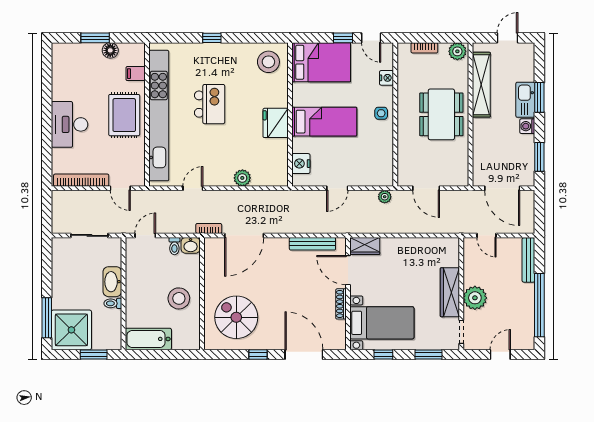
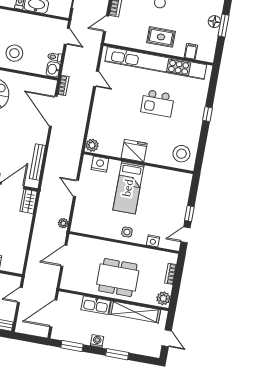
floor lamp: (110, 50) -> (214, 22), moved
bed: (321, 62) -> (174, 193), removed
kitchen sink: (525, 100) -> (96, 305), moved, turned 180
rug: (124, 115) -> (161, 37), width x0.73, depth x0.70
plant: (242, 178) -> (92, 145), moved

